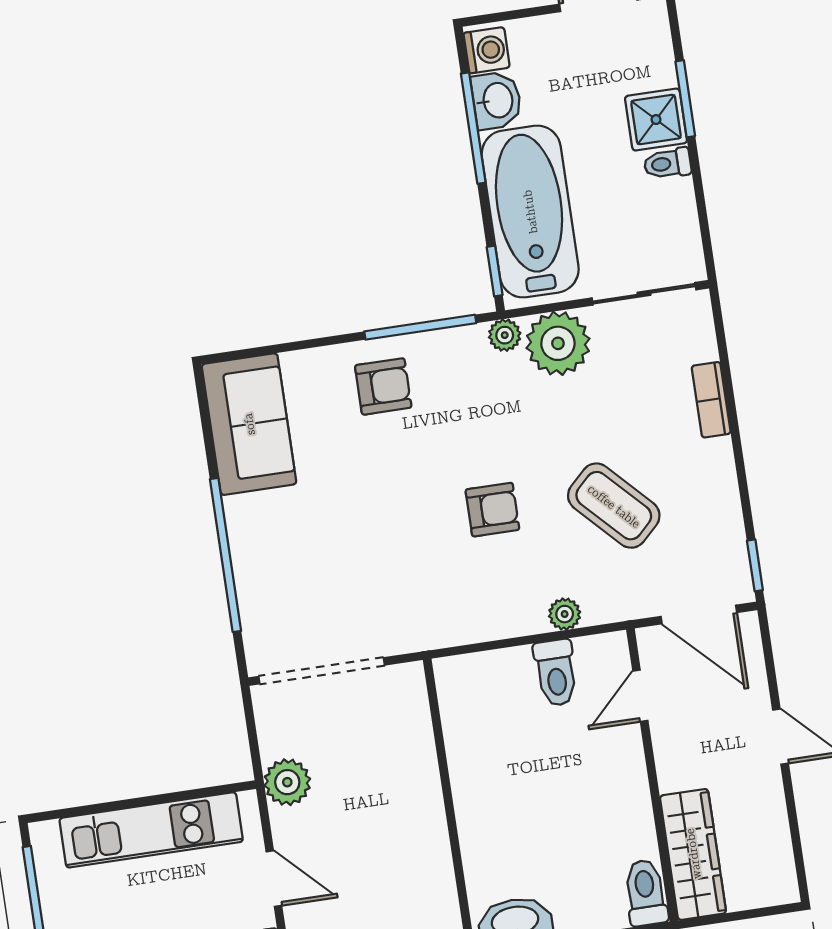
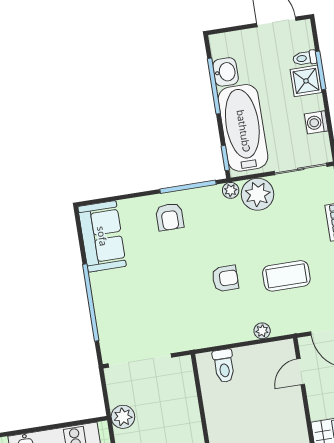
washing machine: (487, 50) -> (316, 122), moved, turned 180
toilet: (667, 163) -> (305, 58), moved
armchair: (383, 386) -> (170, 217), turned 90
coffee table: (614, 506) -> (286, 276), turned -46
toilet: (556, 673) -> (224, 366), moved

